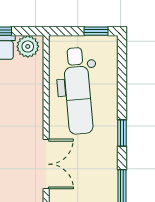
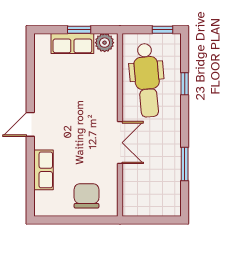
window: (122, 133) -> (185, 84), moved

